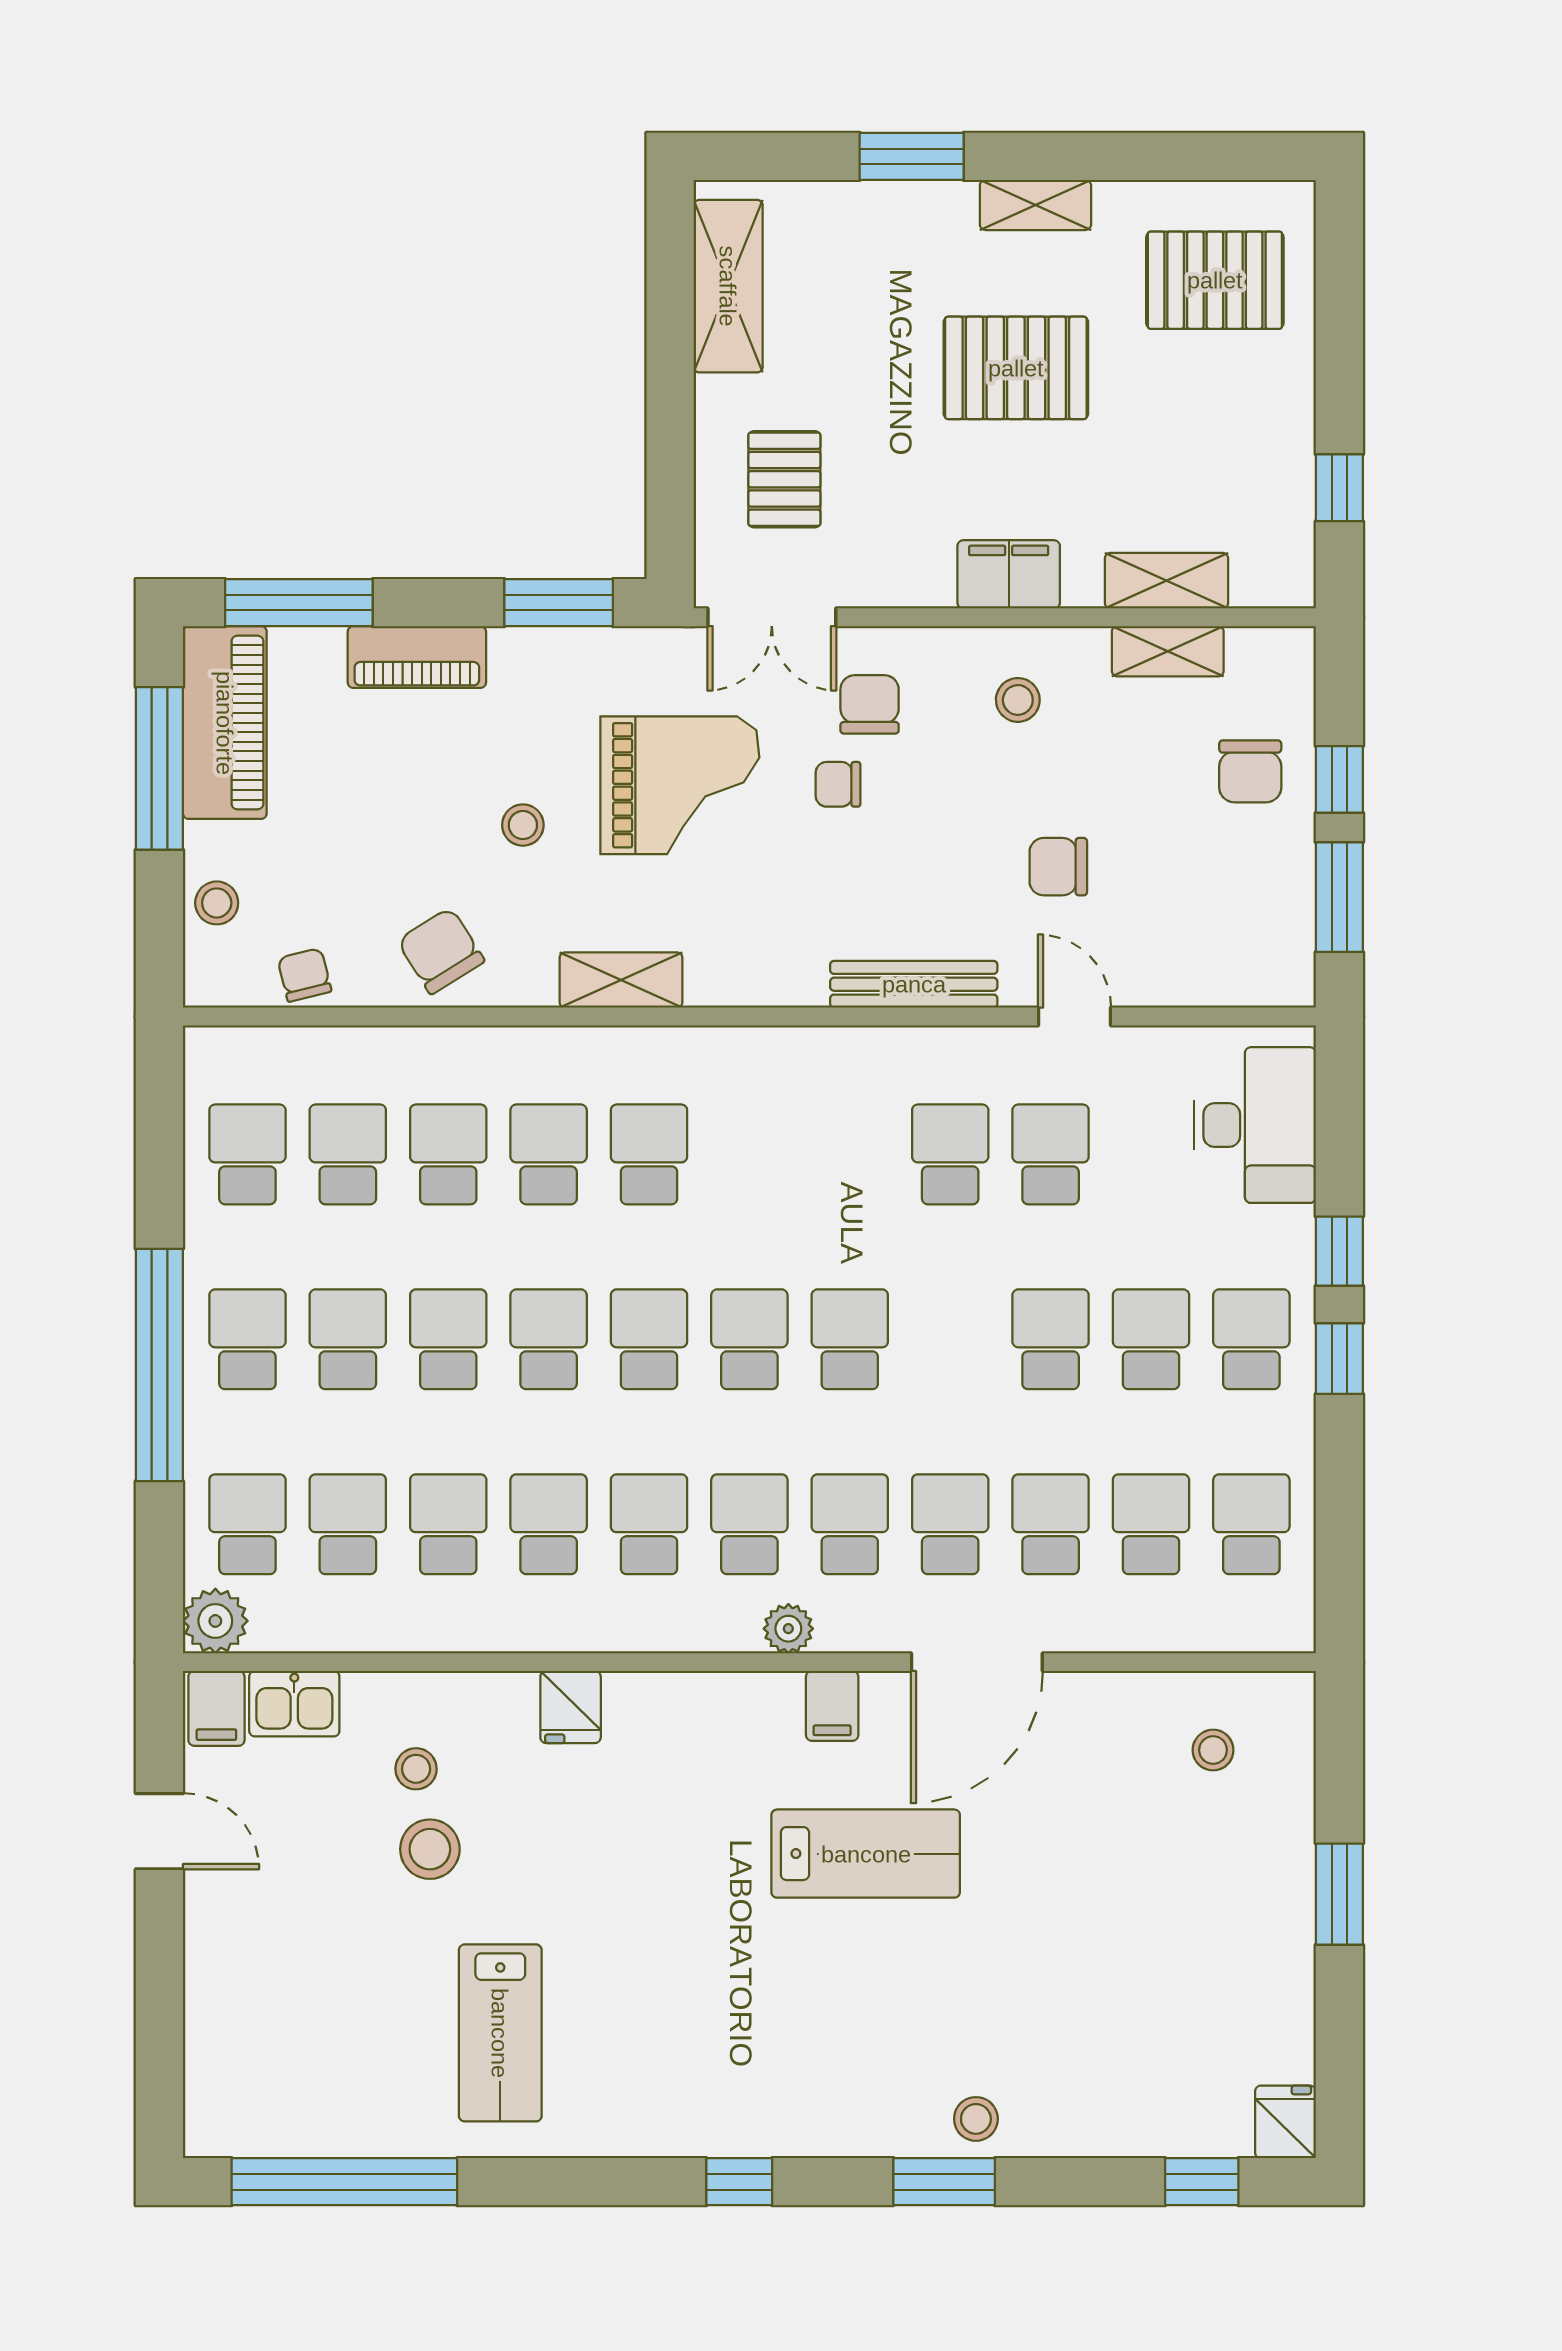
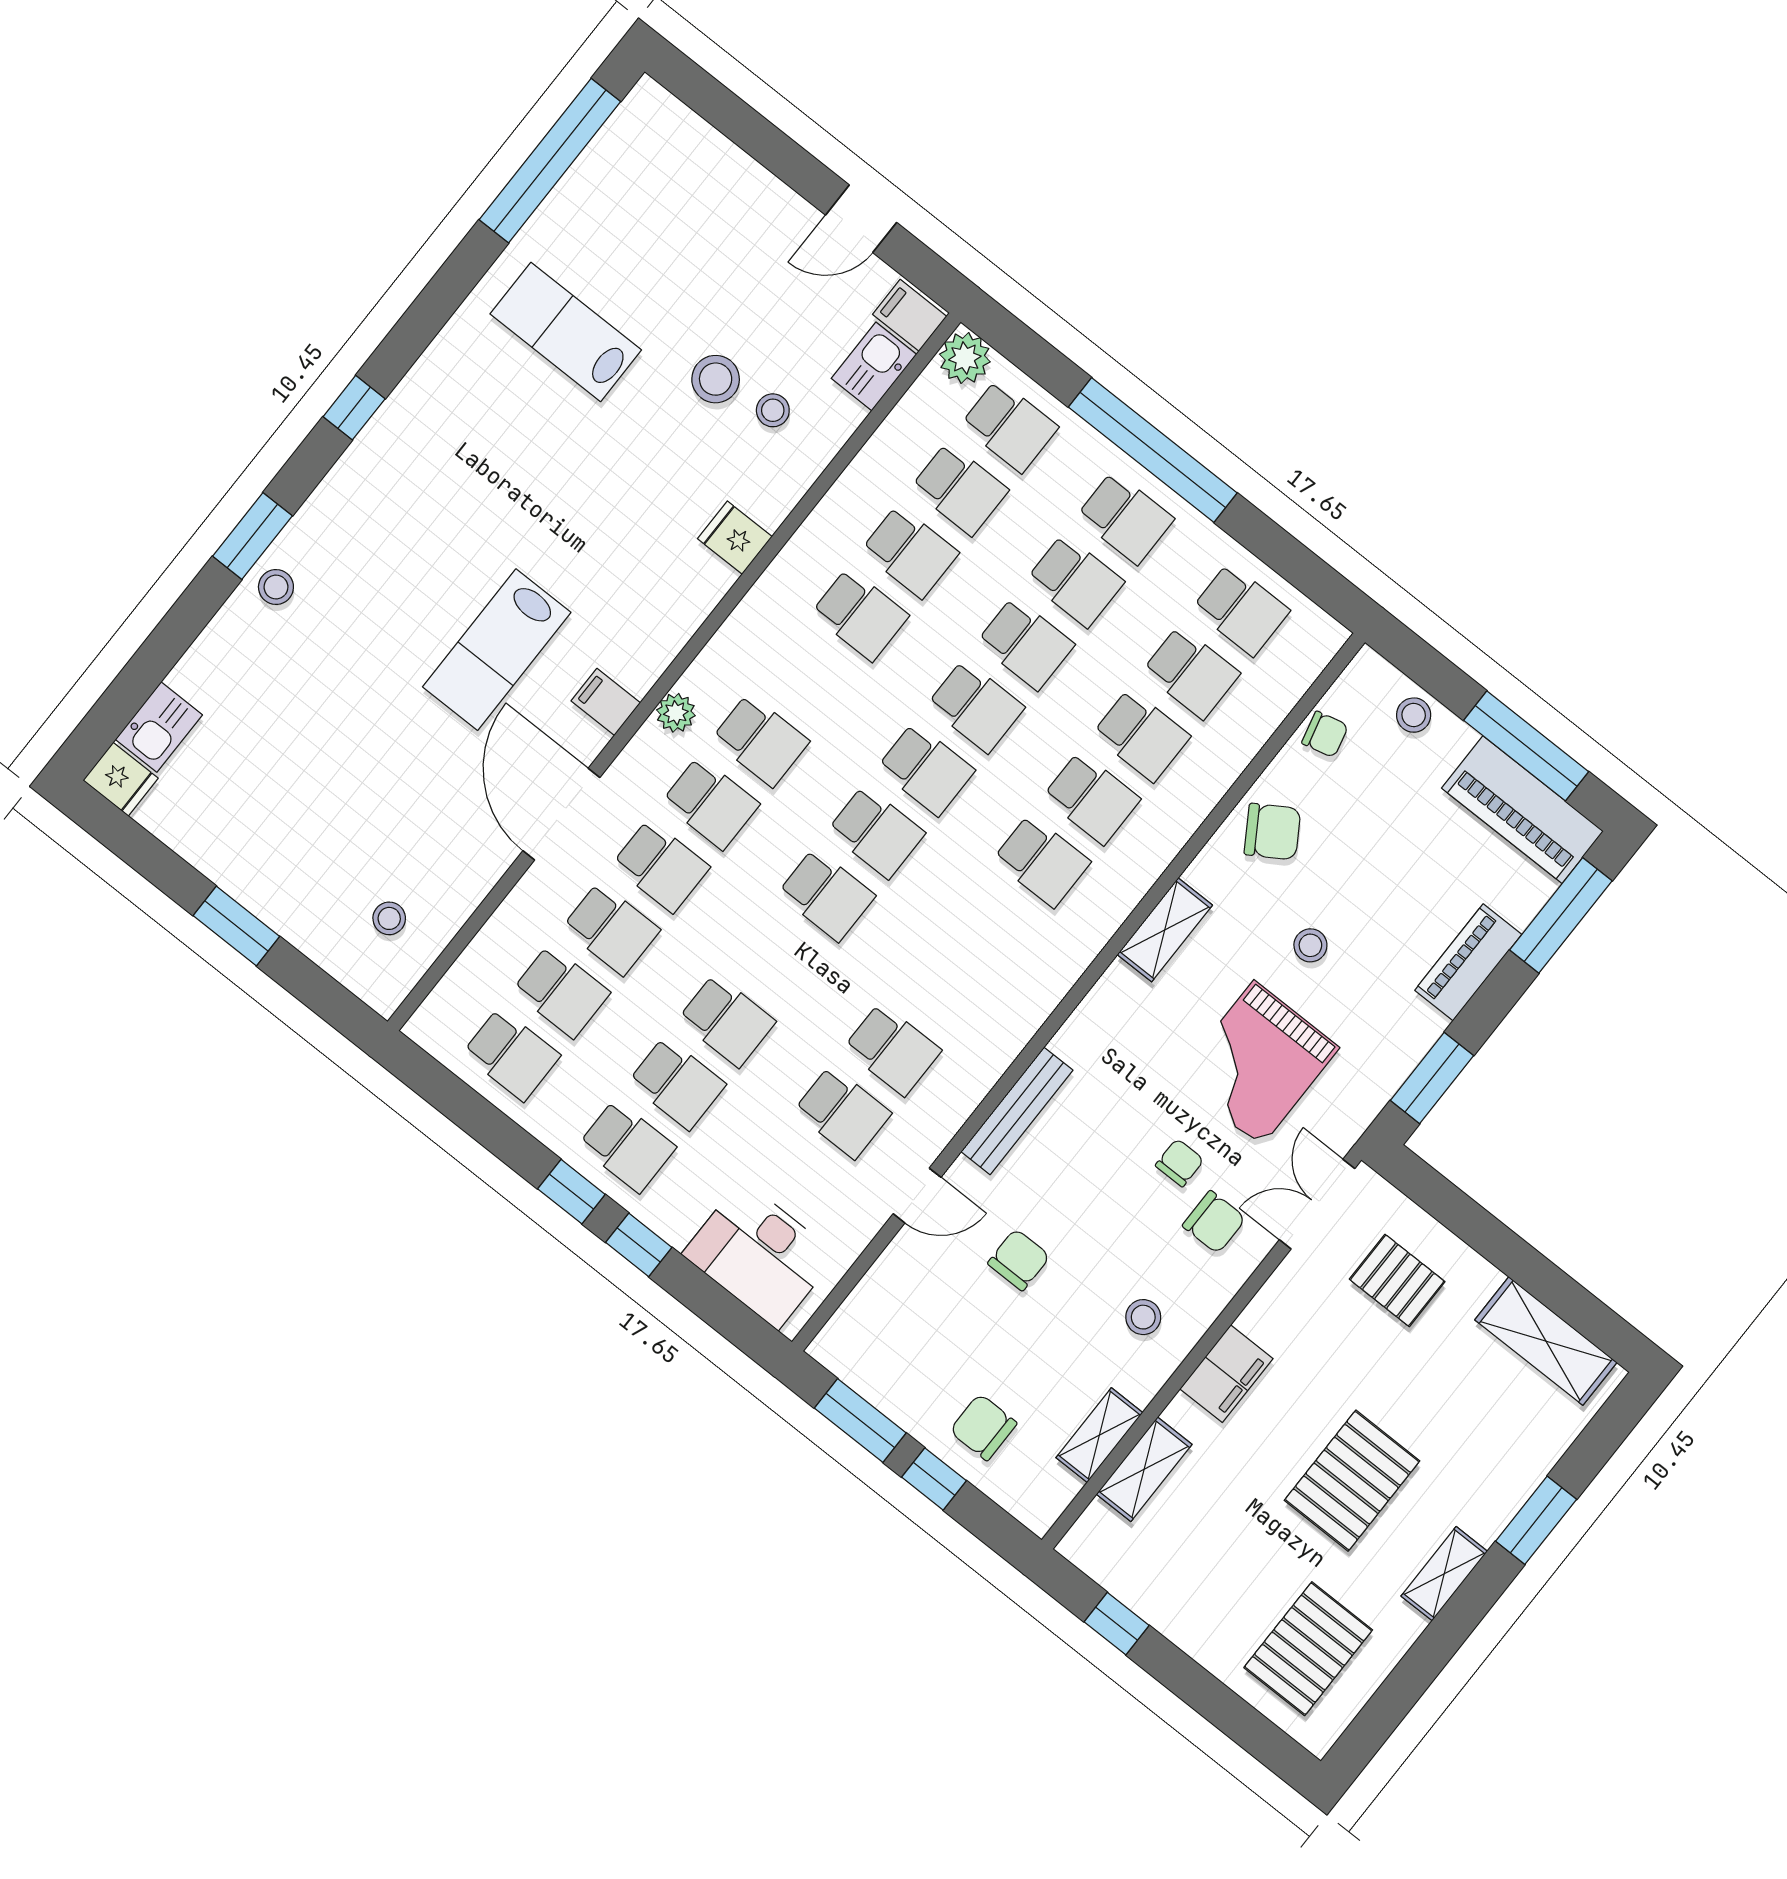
school desk: (649, 1524) -> (810, 677), removed
kitchen sink: (1204, 2125) -> (159, 727), added
window: (1202, 2182) -> (125, 697), removed

